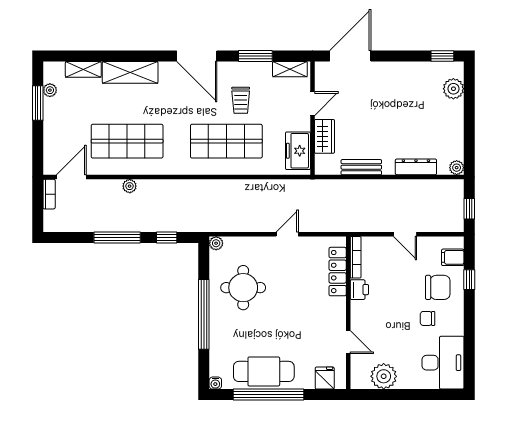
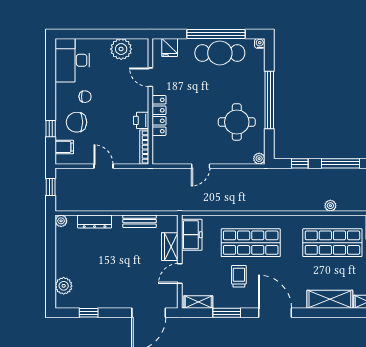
window: (442, 56) -> (89, 313), moved
locker: (338, 272) -> (159, 116), moved

